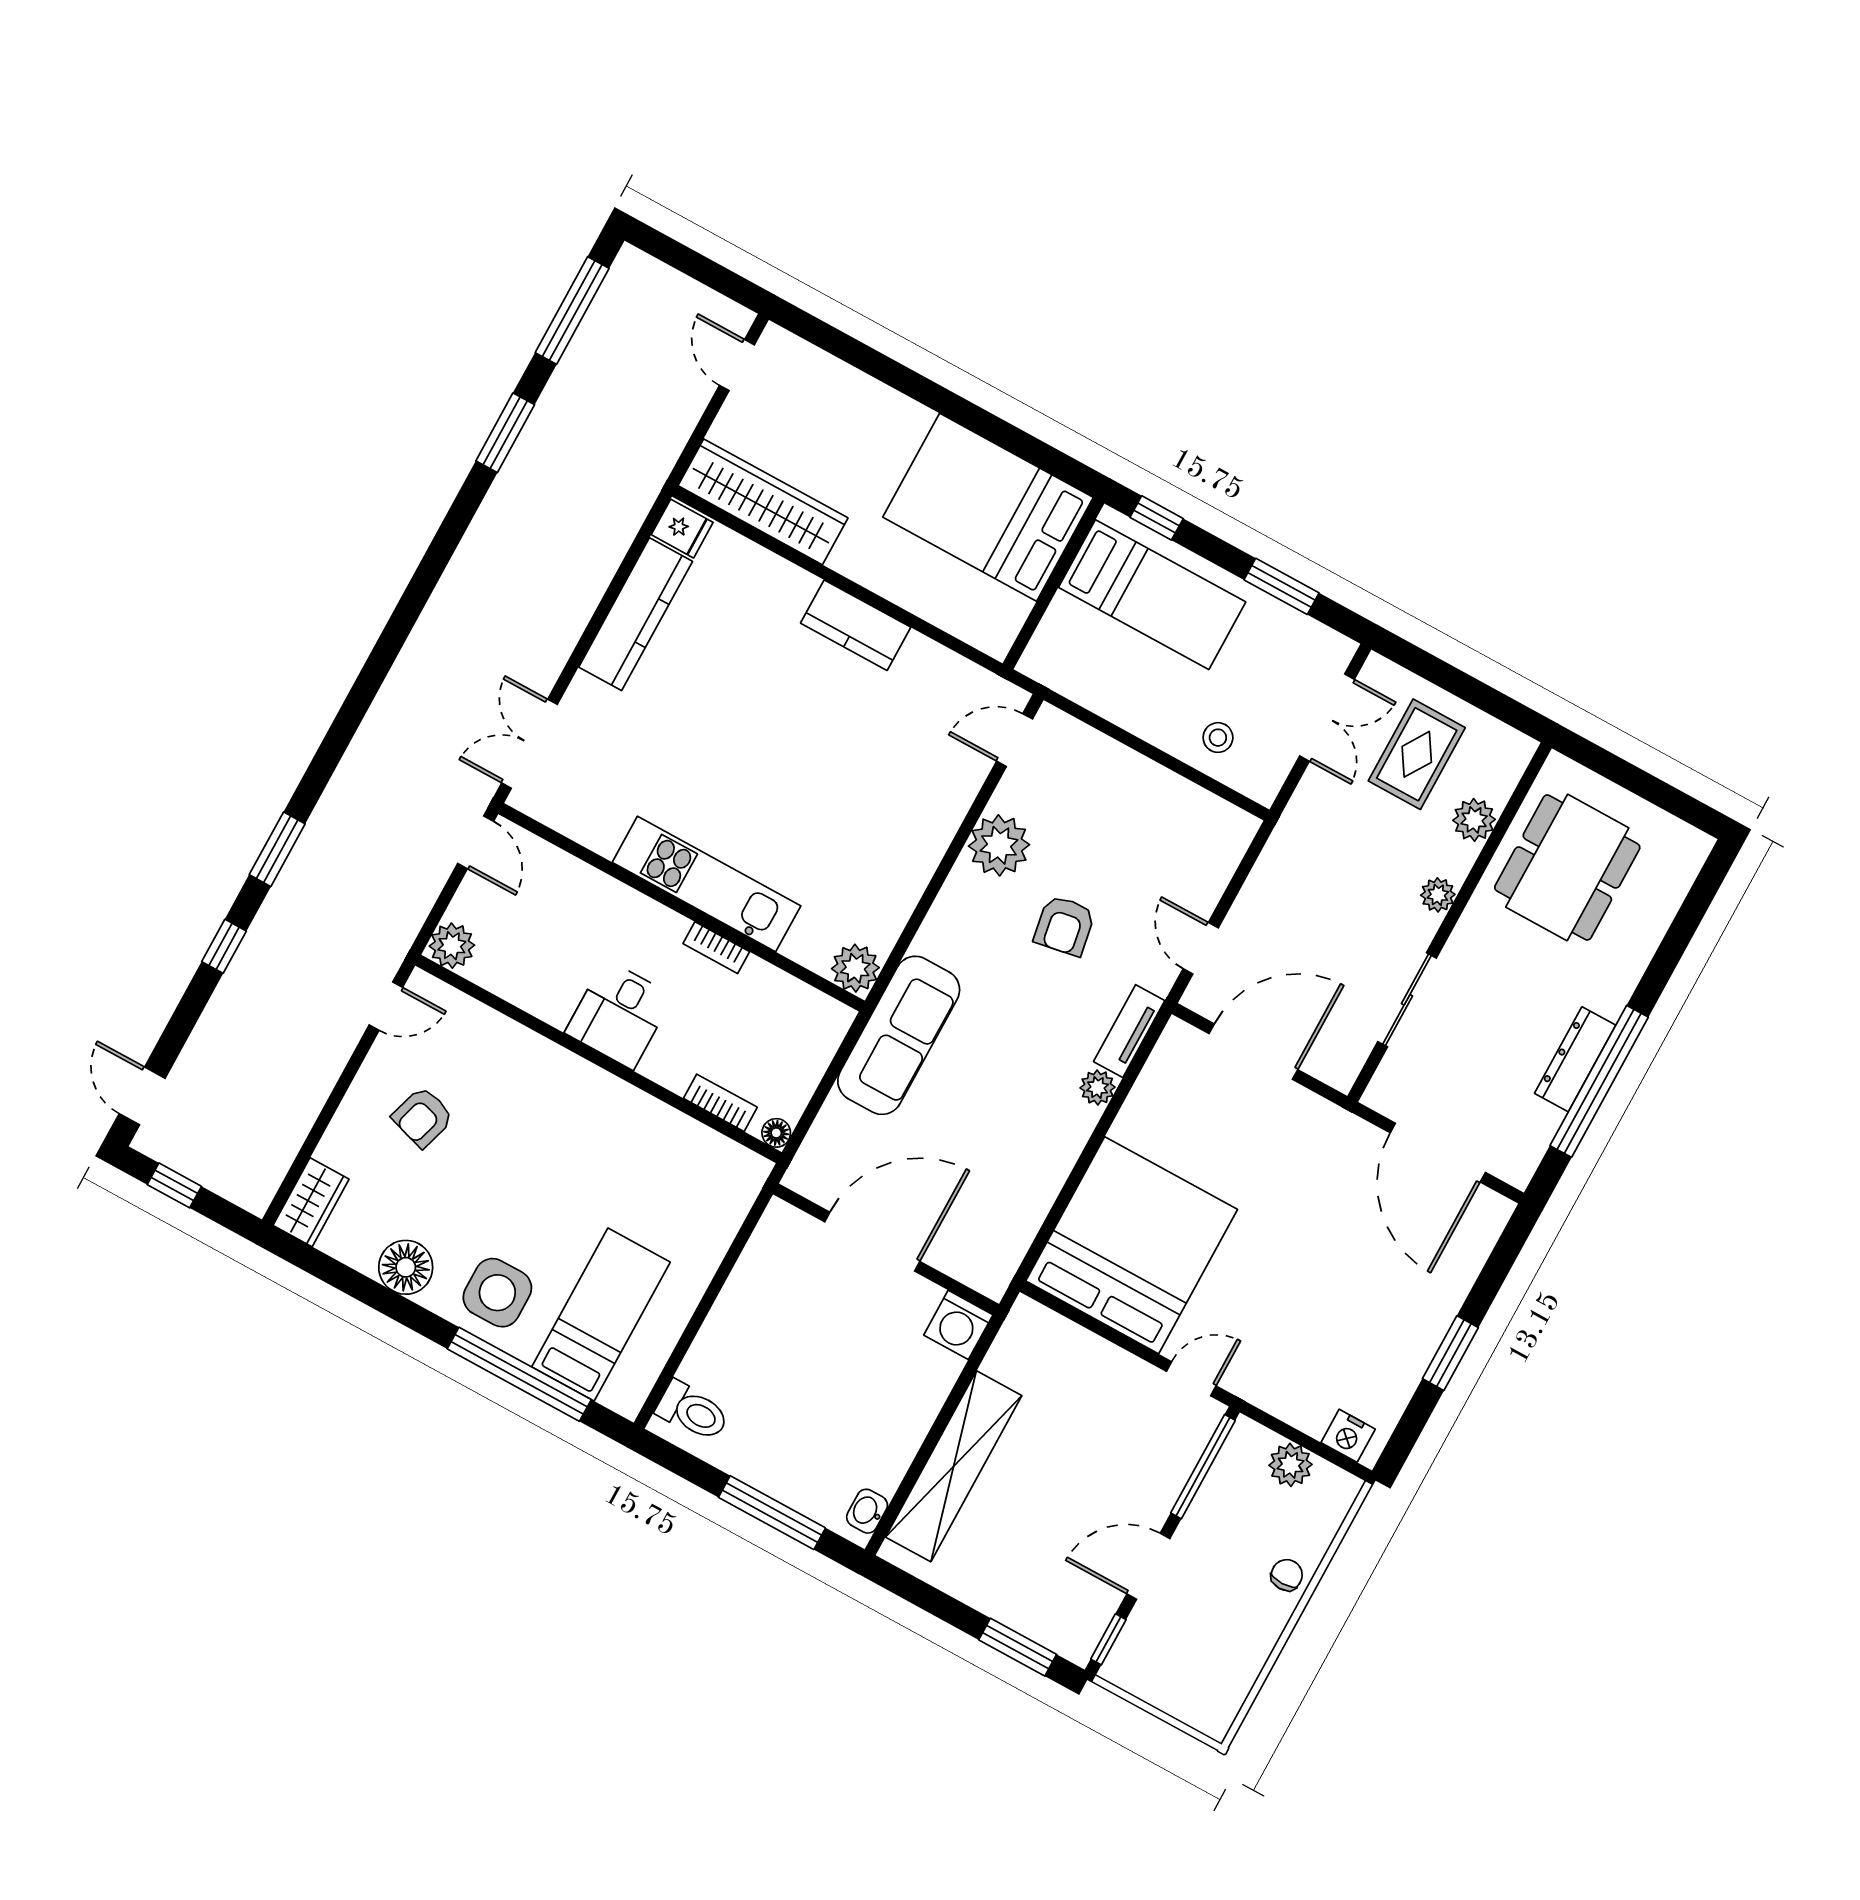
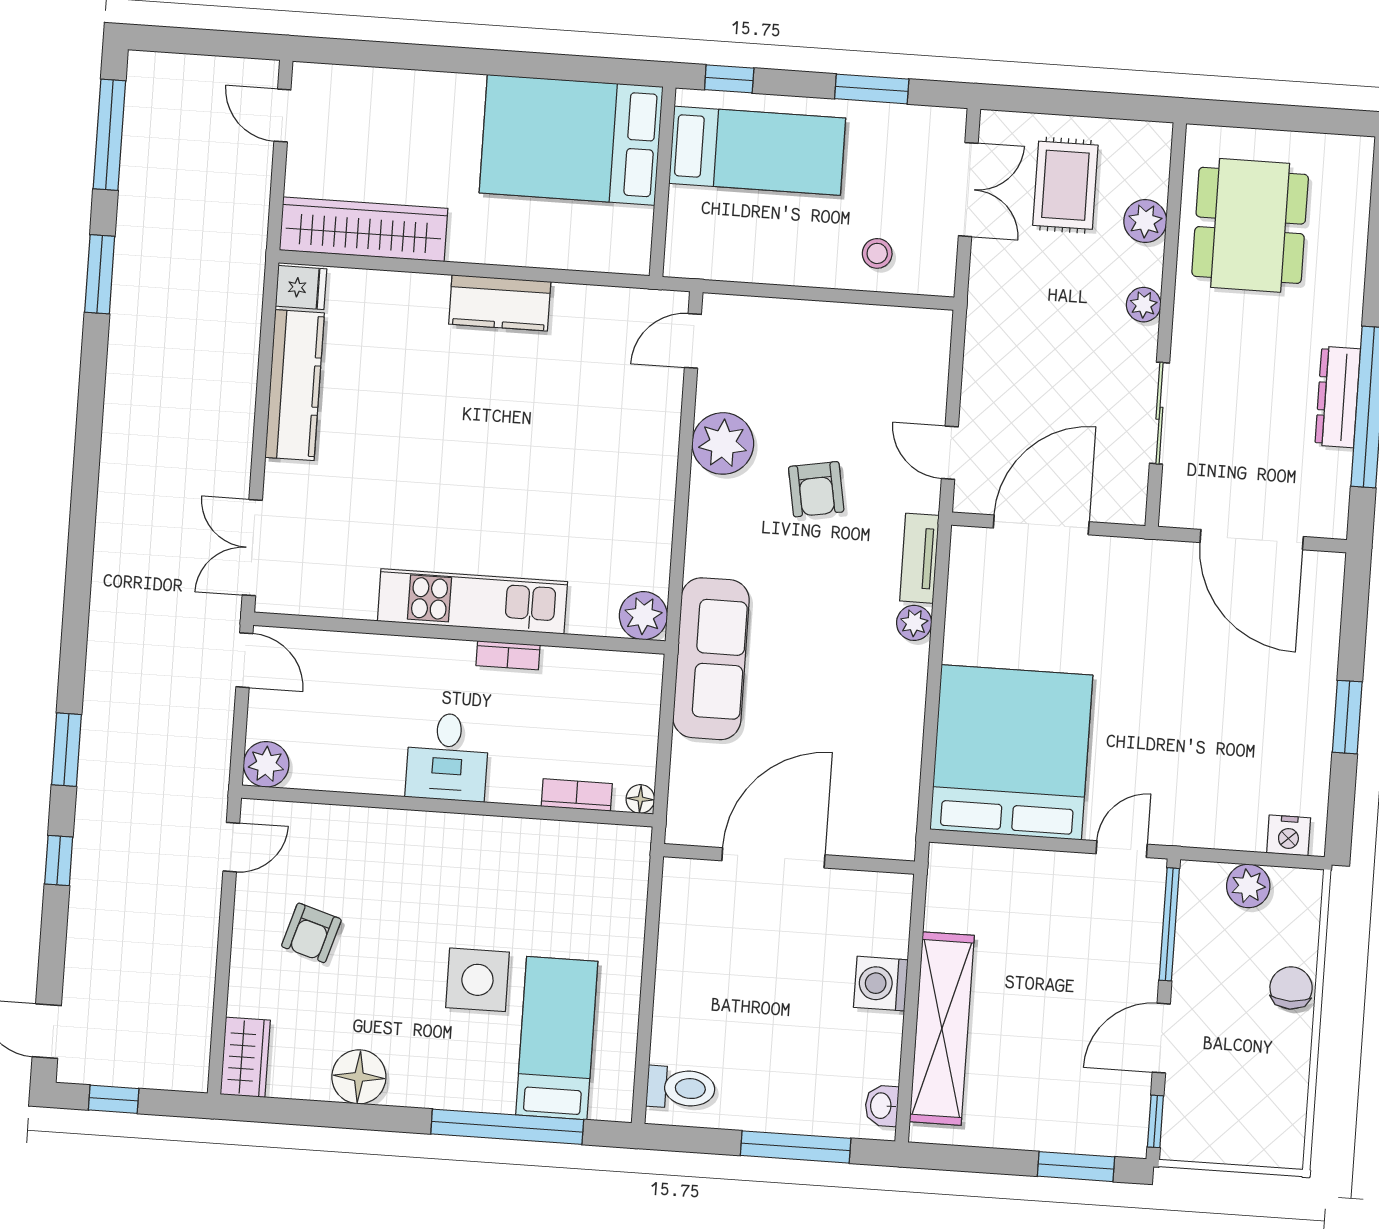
side table: (497, 1293) -> (477, 980), moved
washing machine: (958, 1325) -> (881, 984), moved, turned 90
chair: (1287, 1575) -> (1291, 988), width x1.37, depth x1.37

